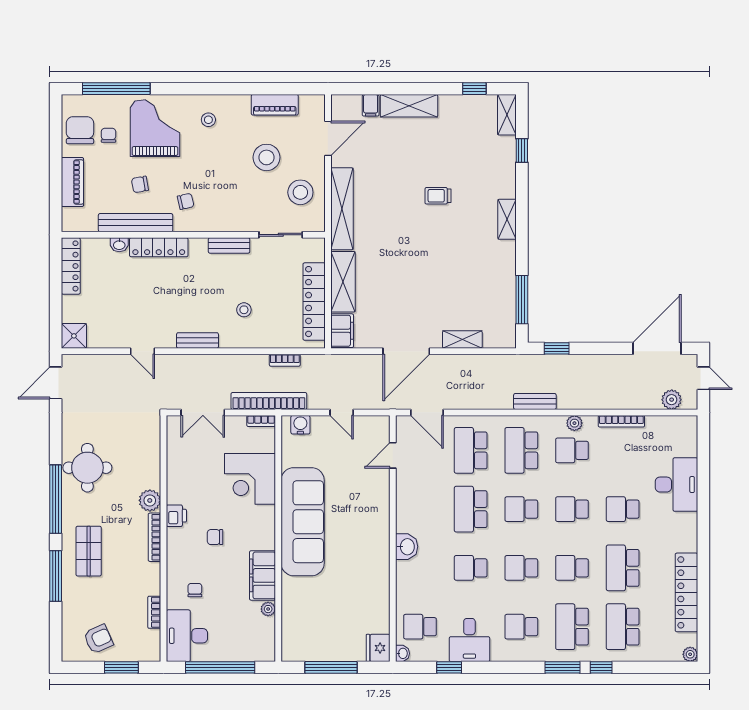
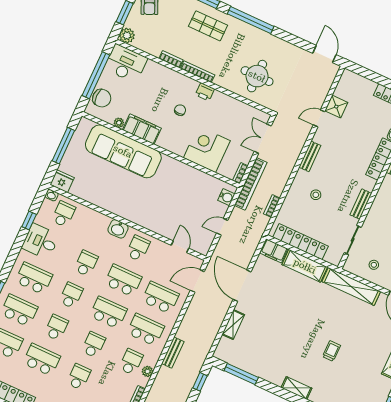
stool: (300, 192) -> (374, 265), width x0.53, depth x0.53
shower: (74, 336) -> (336, 107), moved
round table: (87, 468) -> (257, 76), moved
plant: (150, 500) -> (127, 36), moved
school desk: (420, 509) -> (138, 248), added
school desk: (521, 509) -> (108, 313), width x1.85
sofa: (303, 522) -> (123, 151), moved
chair: (195, 590) -> (102, 98), moved, width x1.87, depth x1.87
bookcase: (154, 612) -> (171, 59), moved
school desk: (521, 627) -> (34, 278), width x1.85

